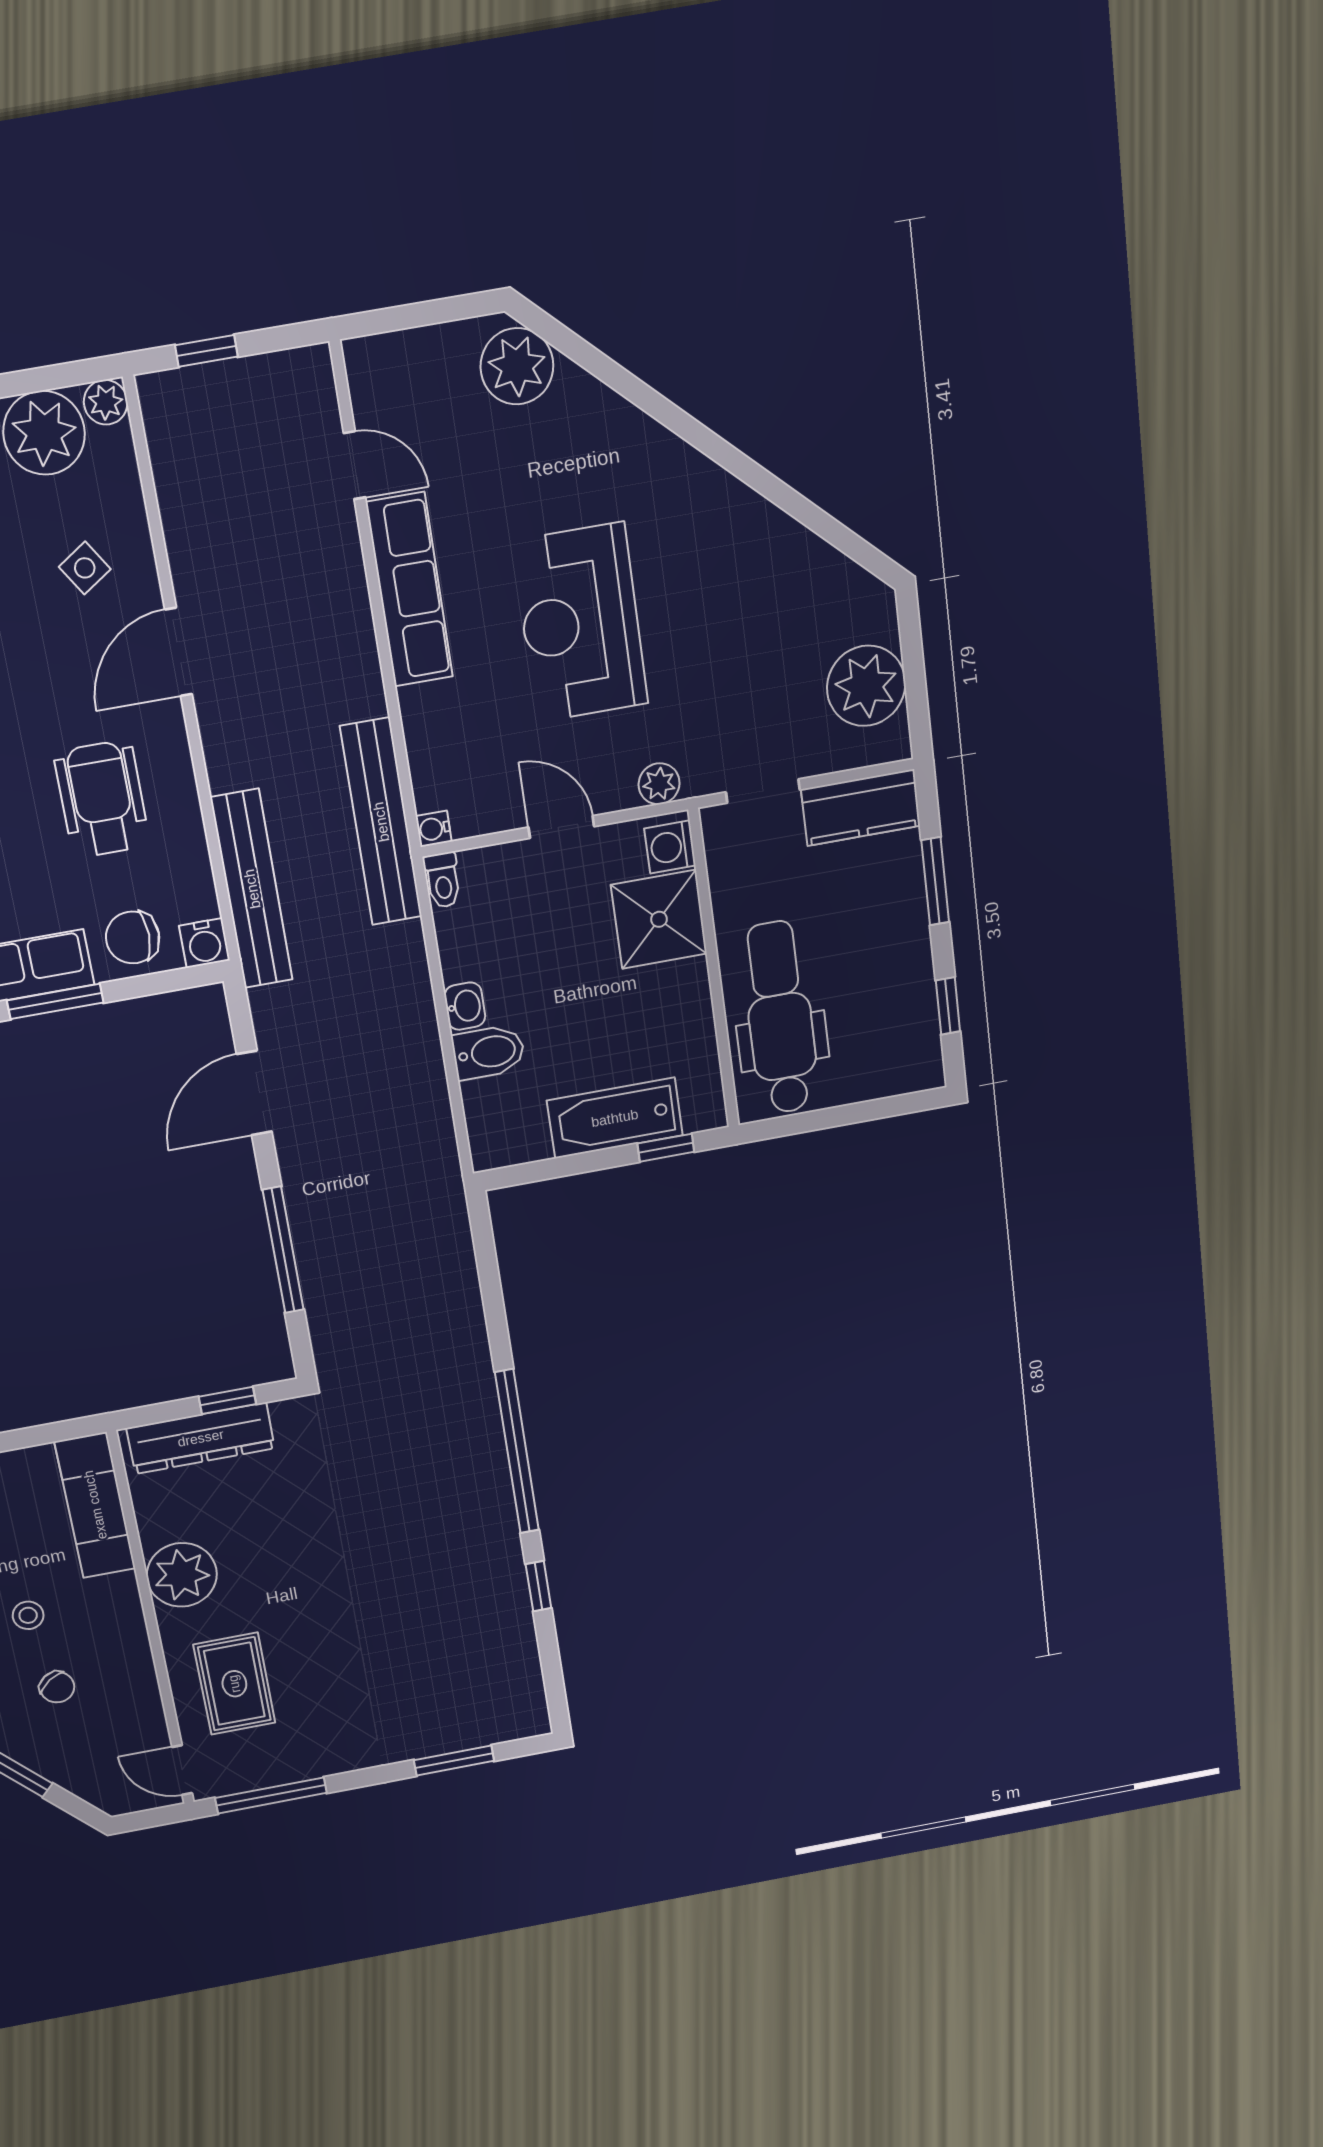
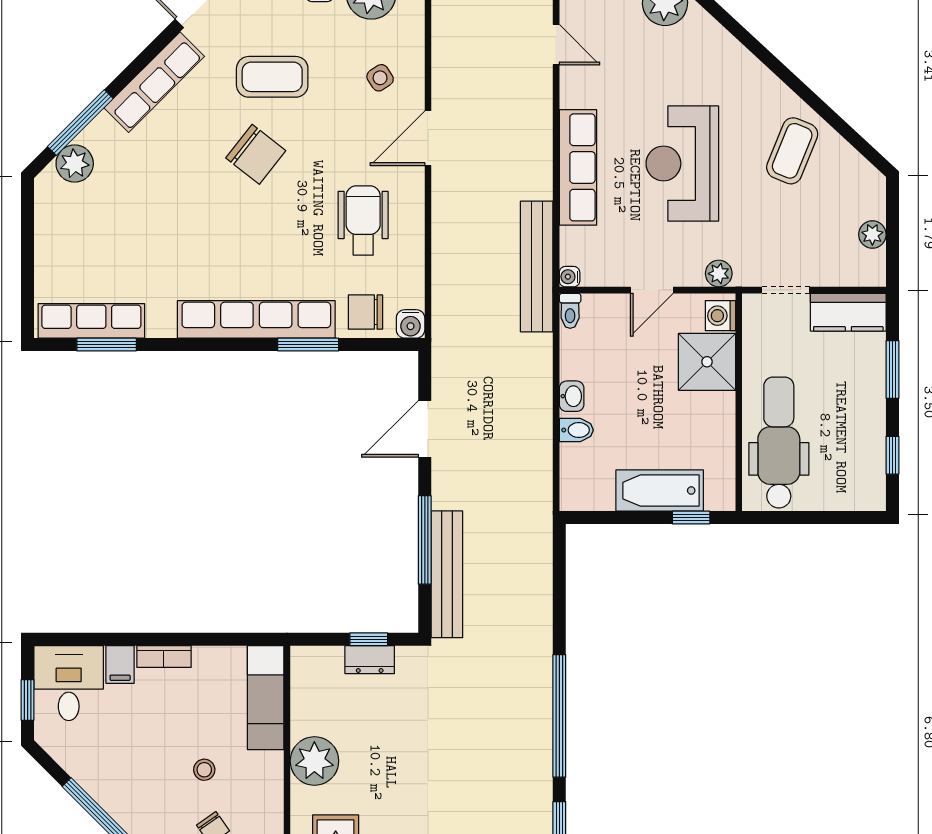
coffee table: (747, 573) -> (792, 151), added
row of seats: (410, 590) -> (578, 167), moved
plant: (866, 686) -> (872, 235), width x0.53, depth x0.53
door: (561, 827) -> (652, 290), swing flipped
bench: (252, 889) -> (447, 574), moved
bidet: (489, 1052) -> (576, 430), width x0.72, depth x0.74
dresser: (201, 1438) -> (370, 660), width x0.51, depth x0.80

